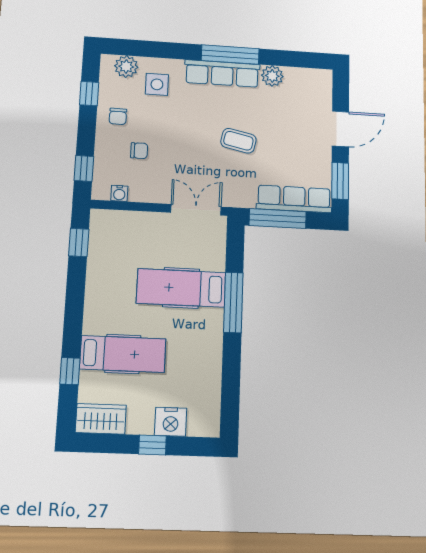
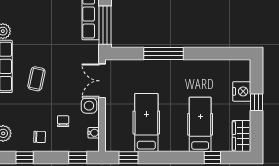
side table: (157, 84) -> (89, 106), moved
coffee table: (238, 141) -> (36, 79), moved
hospital bed: (181, 288) -> (146, 122), moved, turned 180

